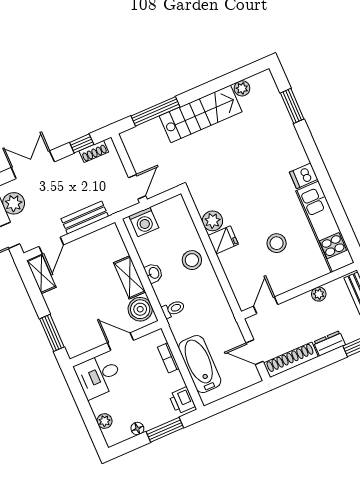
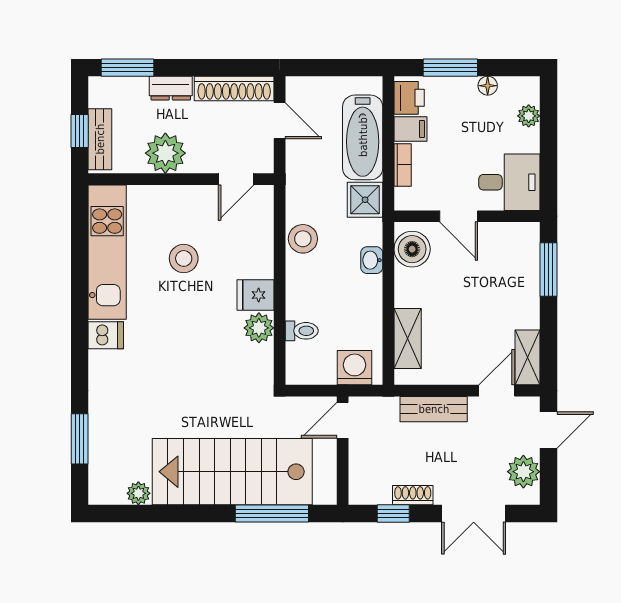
stairs: (201, 114) -> (232, 472), width x1.36, depth x1.51
shoe rack: (94, 151) -> (413, 495), moved
stool: (192, 260) -> (303, 239), moved
washbasin: (154, 273) -> (372, 260), moved
shelving: (130, 277) -> (408, 338), moved
plant: (319, 294) -> (165, 153), width x1.88, depth x1.88
toilet: (173, 309) -> (302, 331), moved, turned 180
shower: (182, 327) -> (365, 200), added
filing cabinet: (173, 382) -> (410, 129), added

